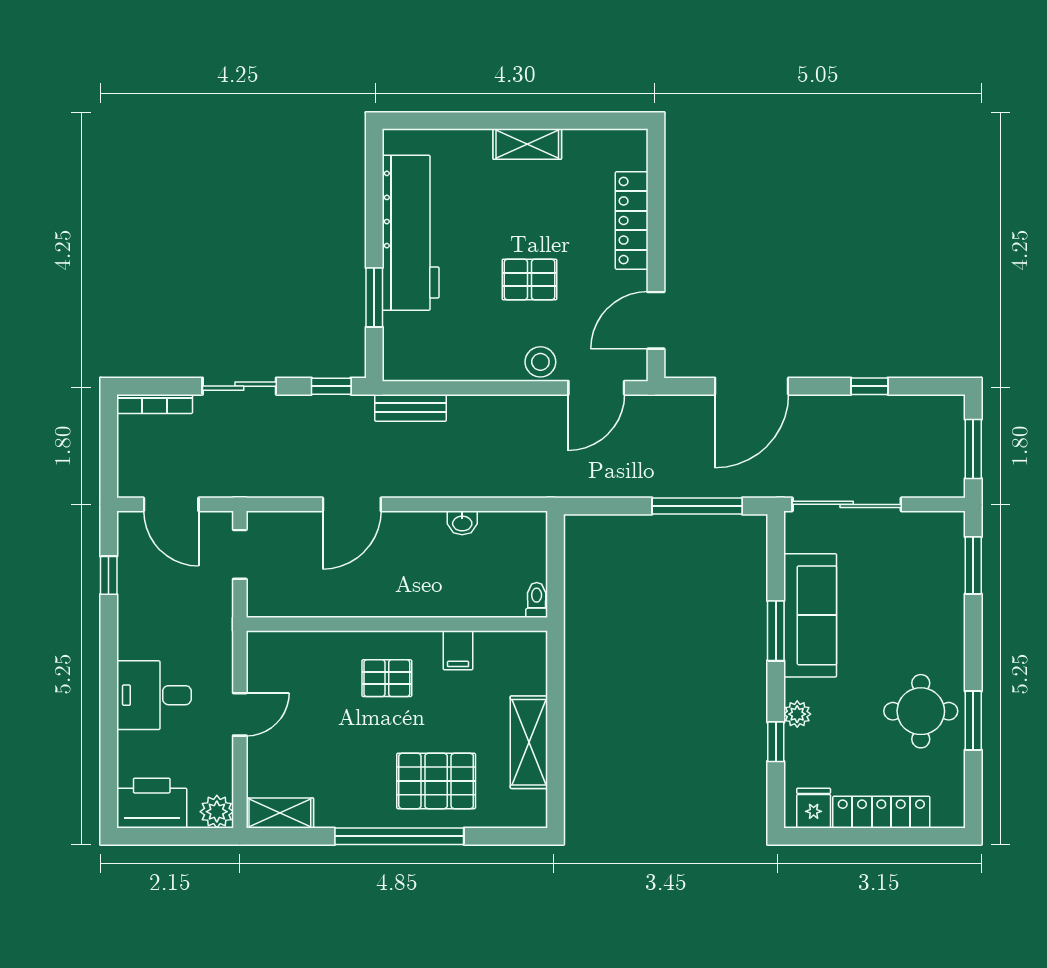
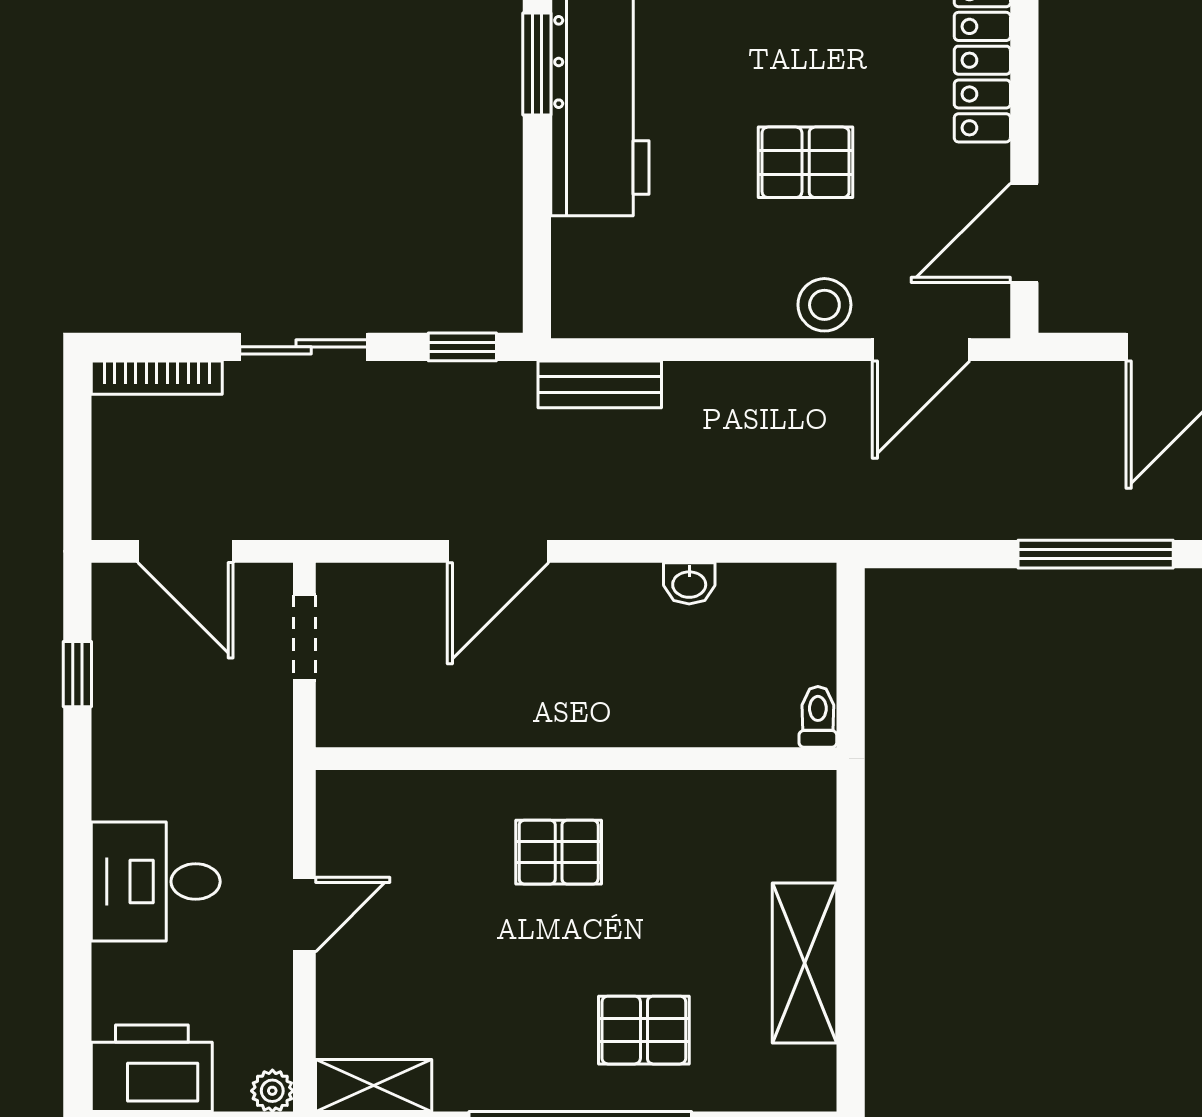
window: (374, 297) -> (537, 64), moved
filing cabinet: (458, 650) -> (682, 804), removed
pallet: (436, 781) -> (644, 1030), width x0.67, depth x0.71
plant: (217, 812) -> (272, 1091), width x0.73, depth x0.73

